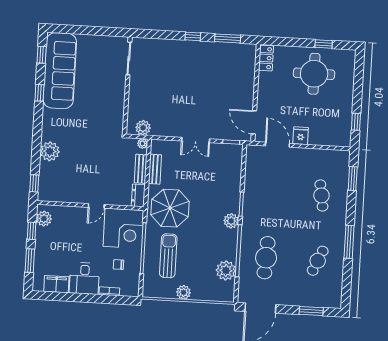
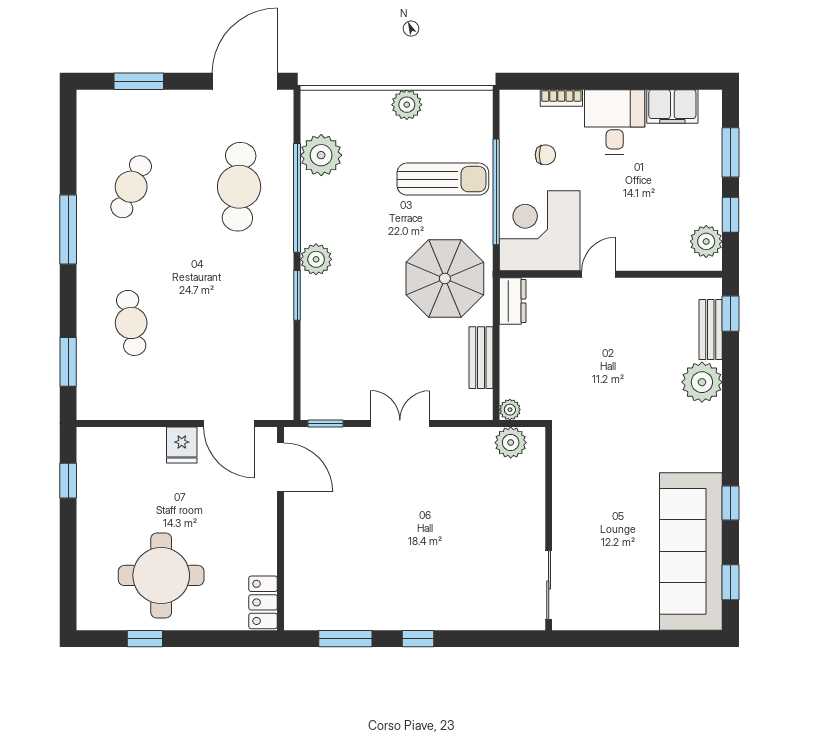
bench: (141, 169) -> (711, 330), moved
sun lounger: (168, 256) -> (443, 179), turned -90

